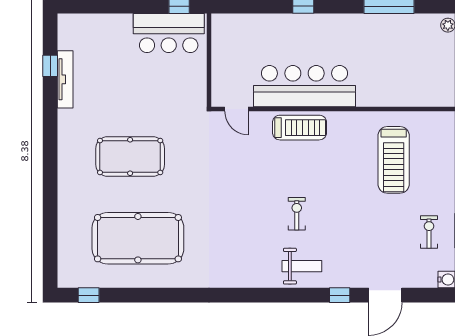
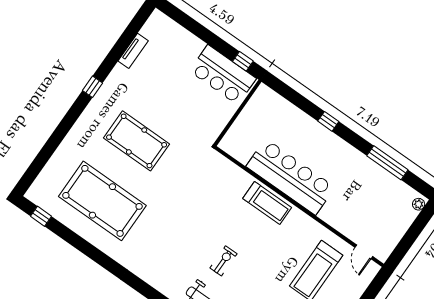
window: (50, 66) -> (92, 87), moved
tv unit: (65, 79) -> (133, 51), width x0.71
door: (236, 109) -> (364, 252), moved

